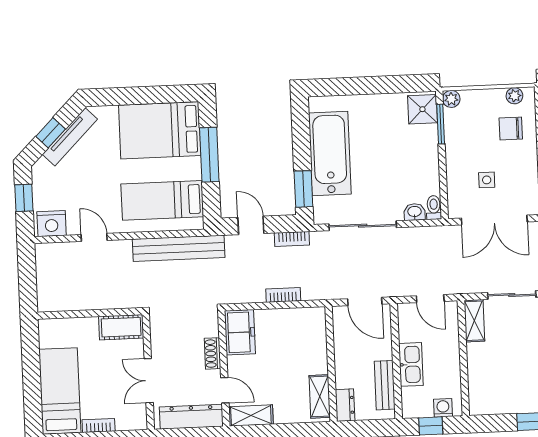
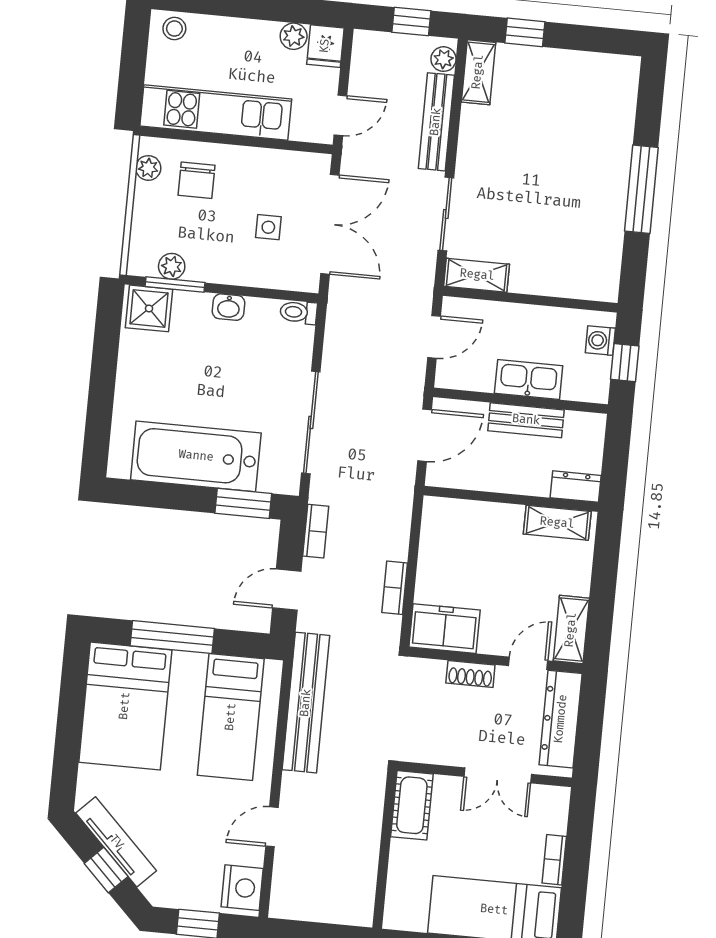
plant: (451, 99) -> (172, 266), moved
washbasin: (415, 212) -> (229, 307), moved, turned -90
bookcase: (283, 295) -> (395, 588), moved
bench: (385, 385) -> (526, 420), moved

